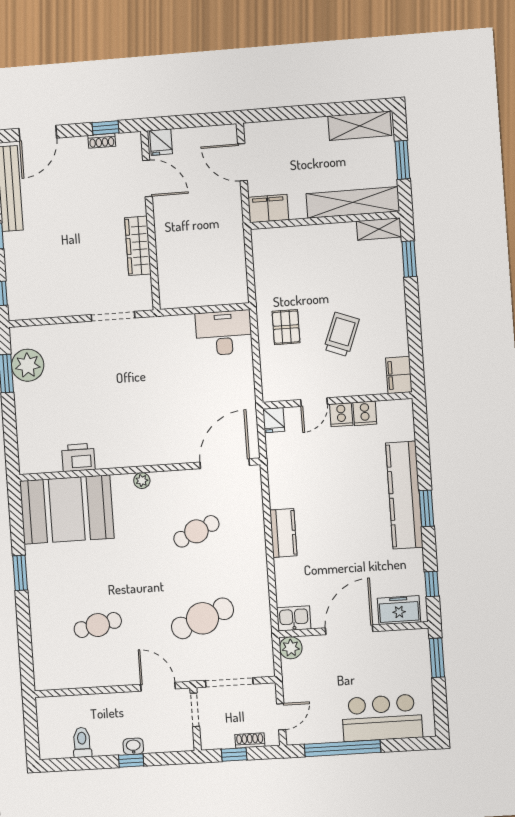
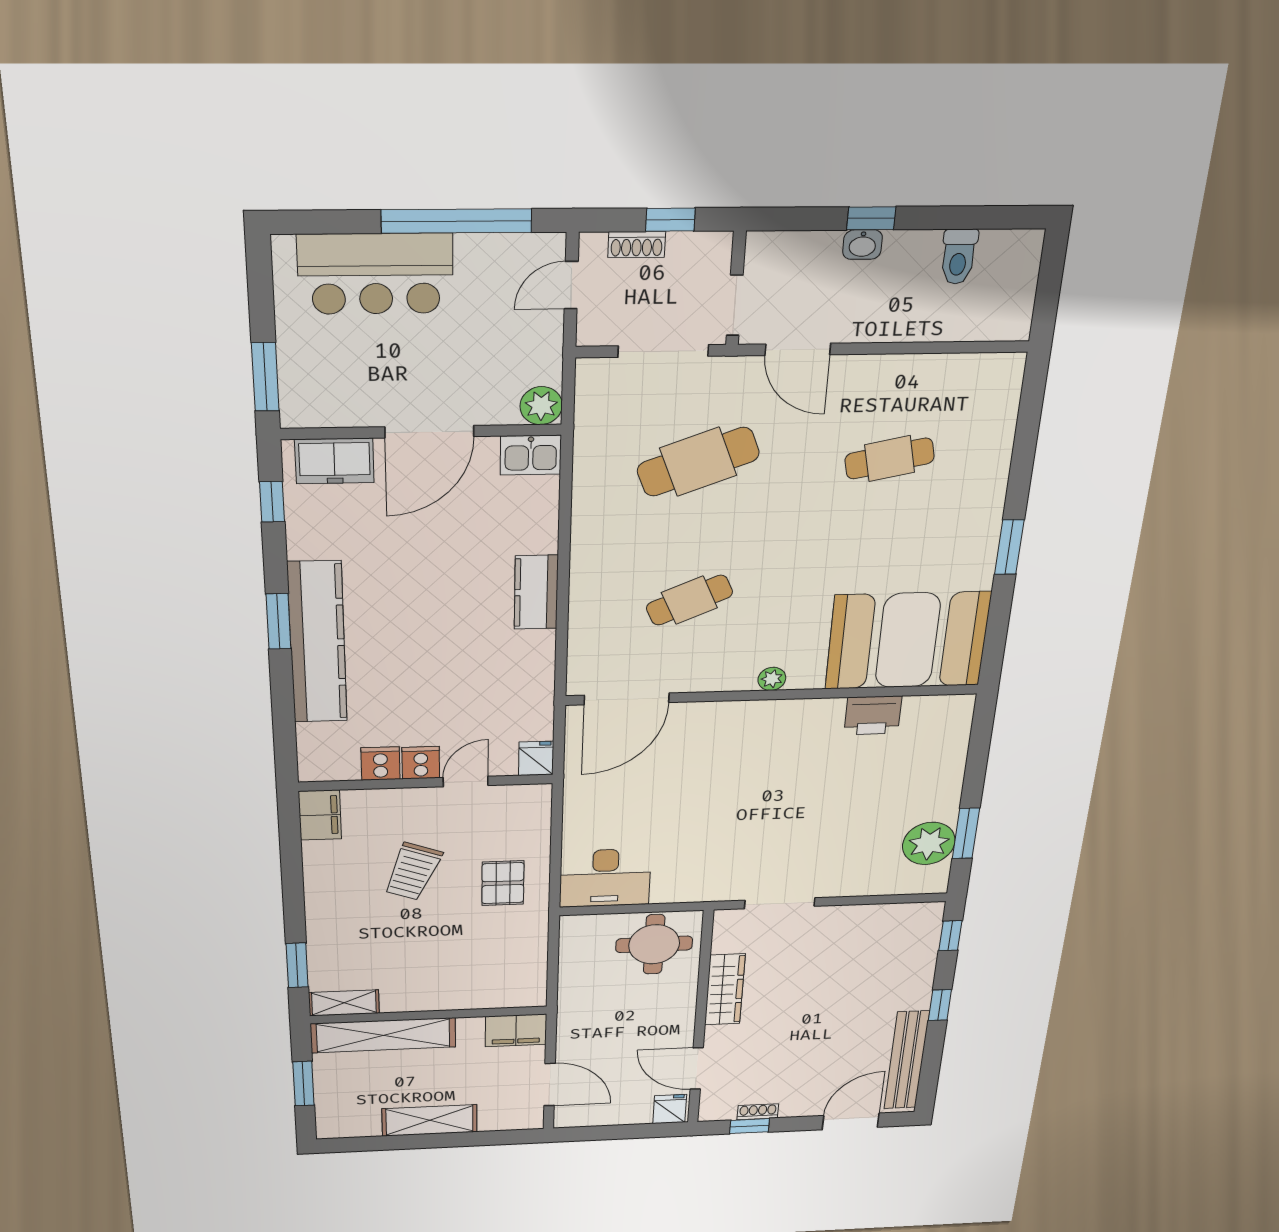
shelving: (360, 126) -> (430, 1120), moved
round table: (188, 282) -> (654, 944), added

